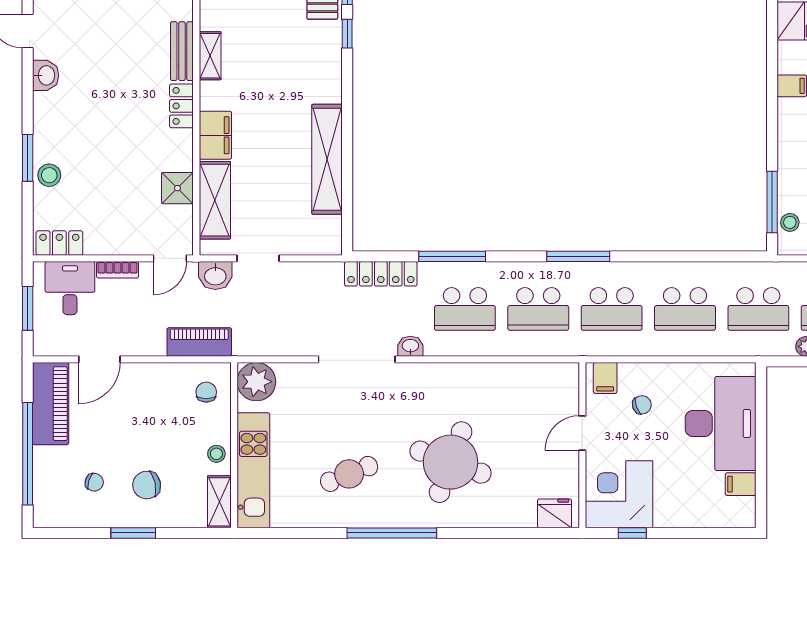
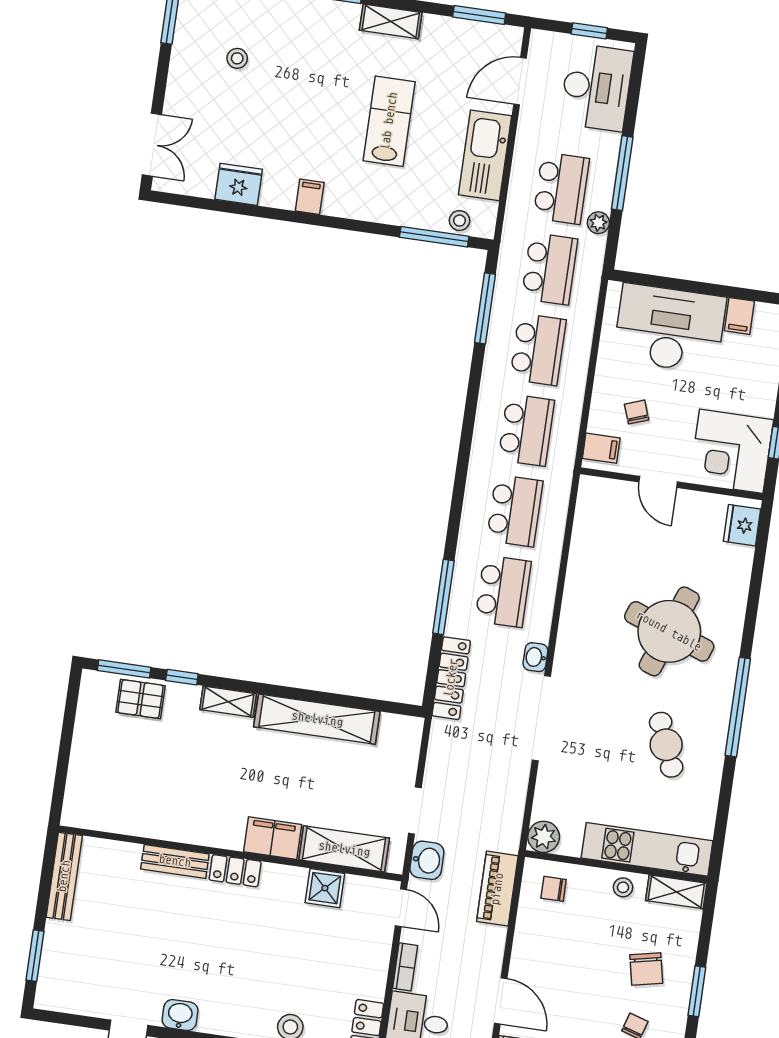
shelving: (210, 56) -> (228, 702), moved
window: (578, 256) -> (485, 308), moved
plant: (256, 382) -> (544, 837), width x0.73, depth x0.73

